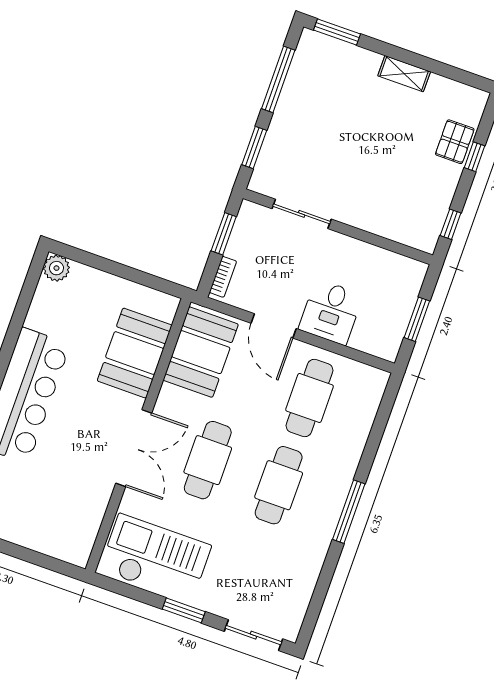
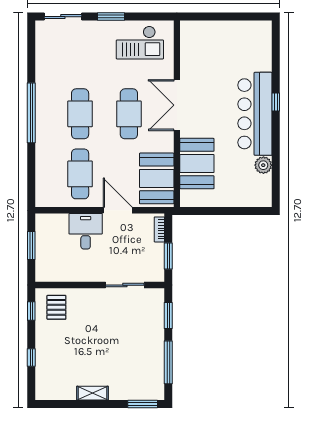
pallet: (455, 142) -> (56, 307), moved
plant: (56, 268) -> (263, 165), moved
window: (349, 512) -> (31, 113), width x1.46
checkout: (155, 558) -> (140, 43), width x0.73, depth x0.83

